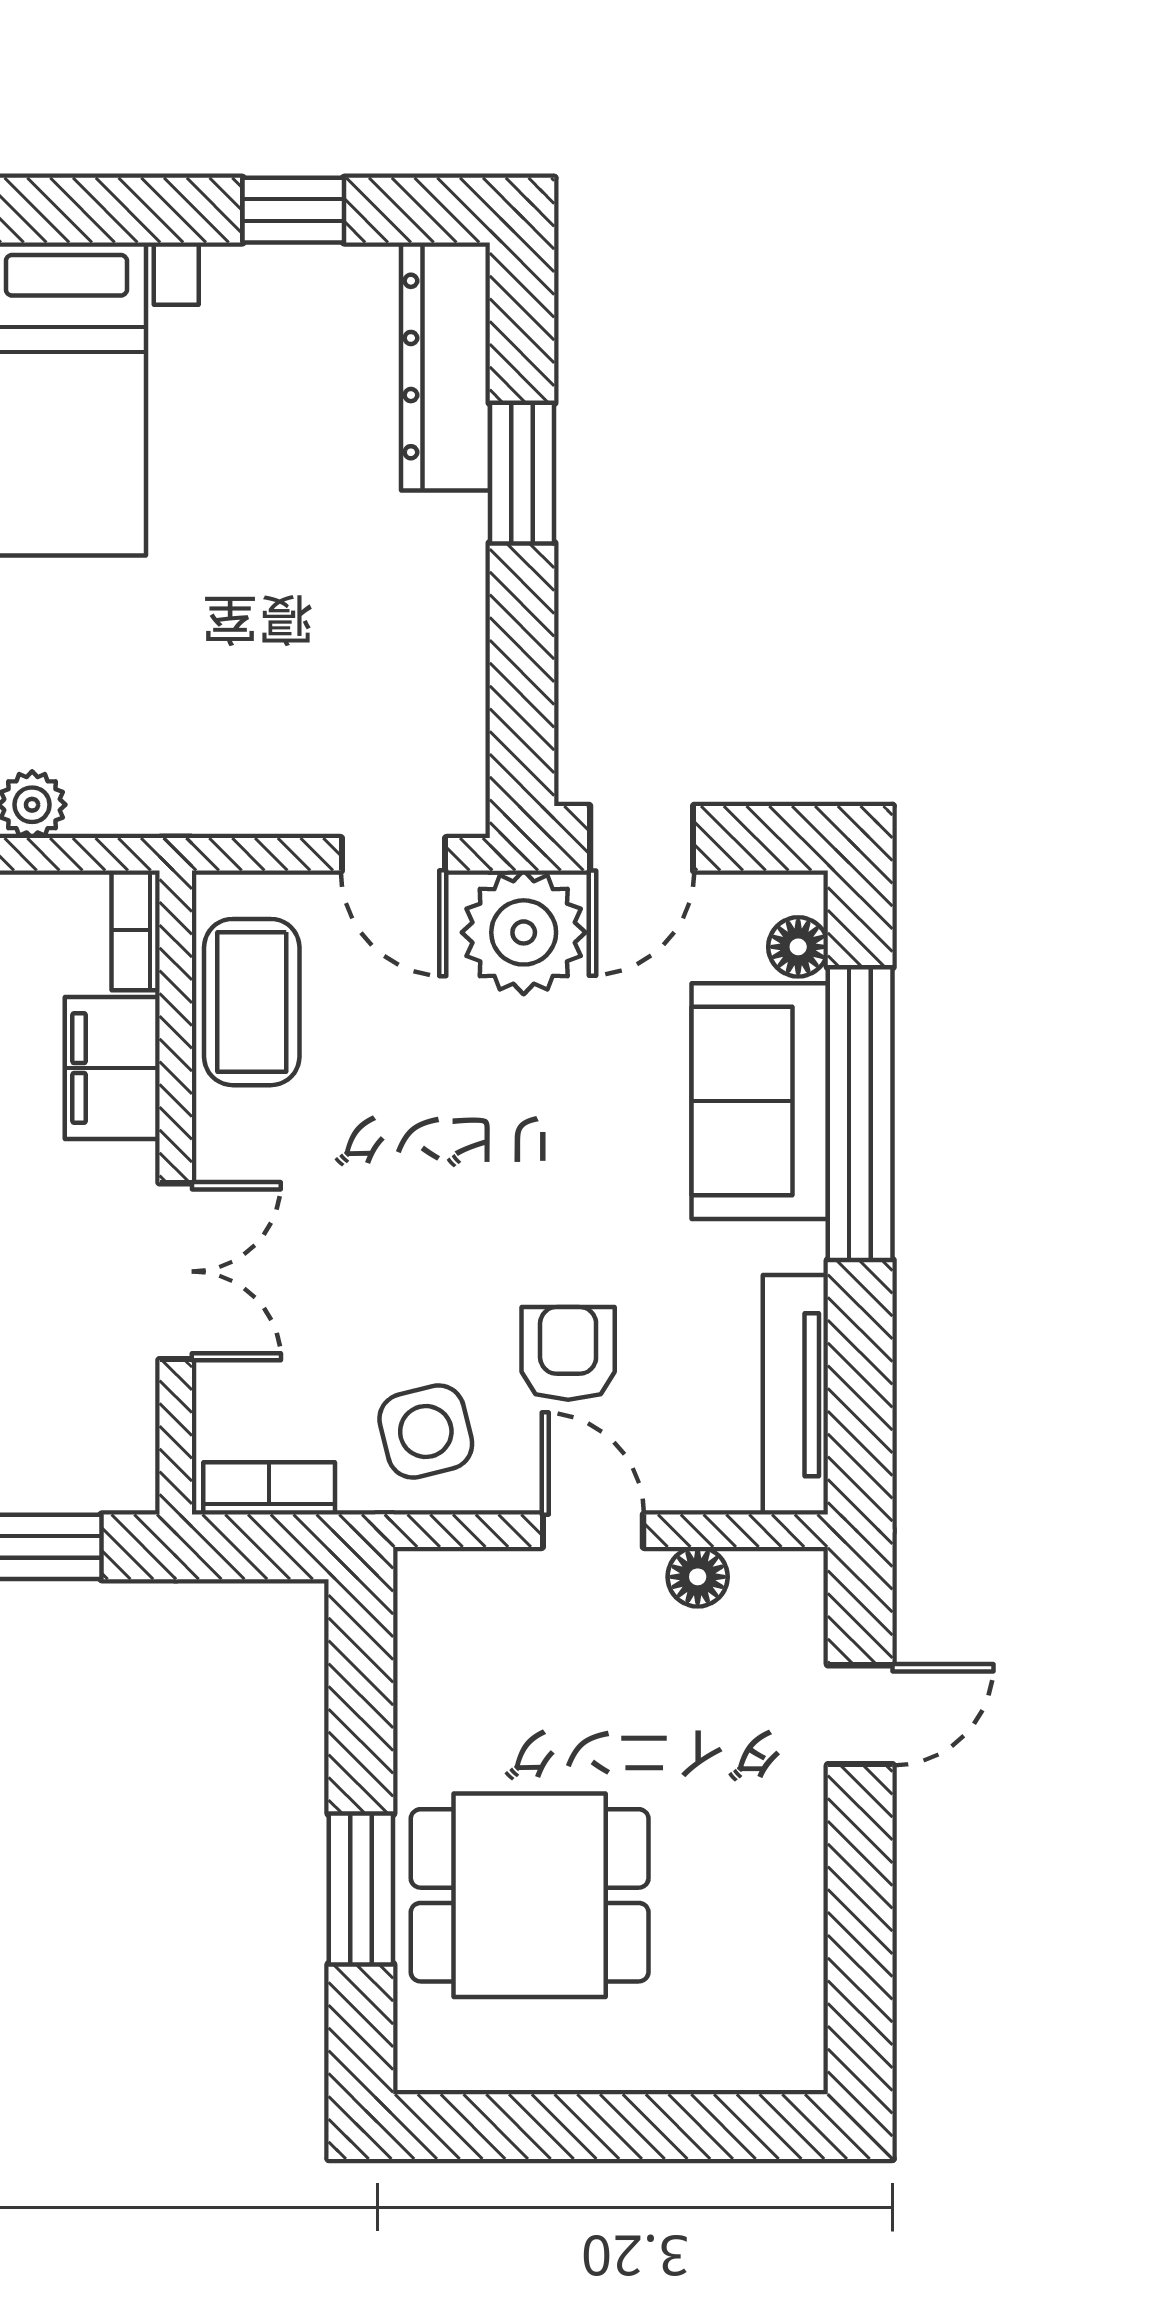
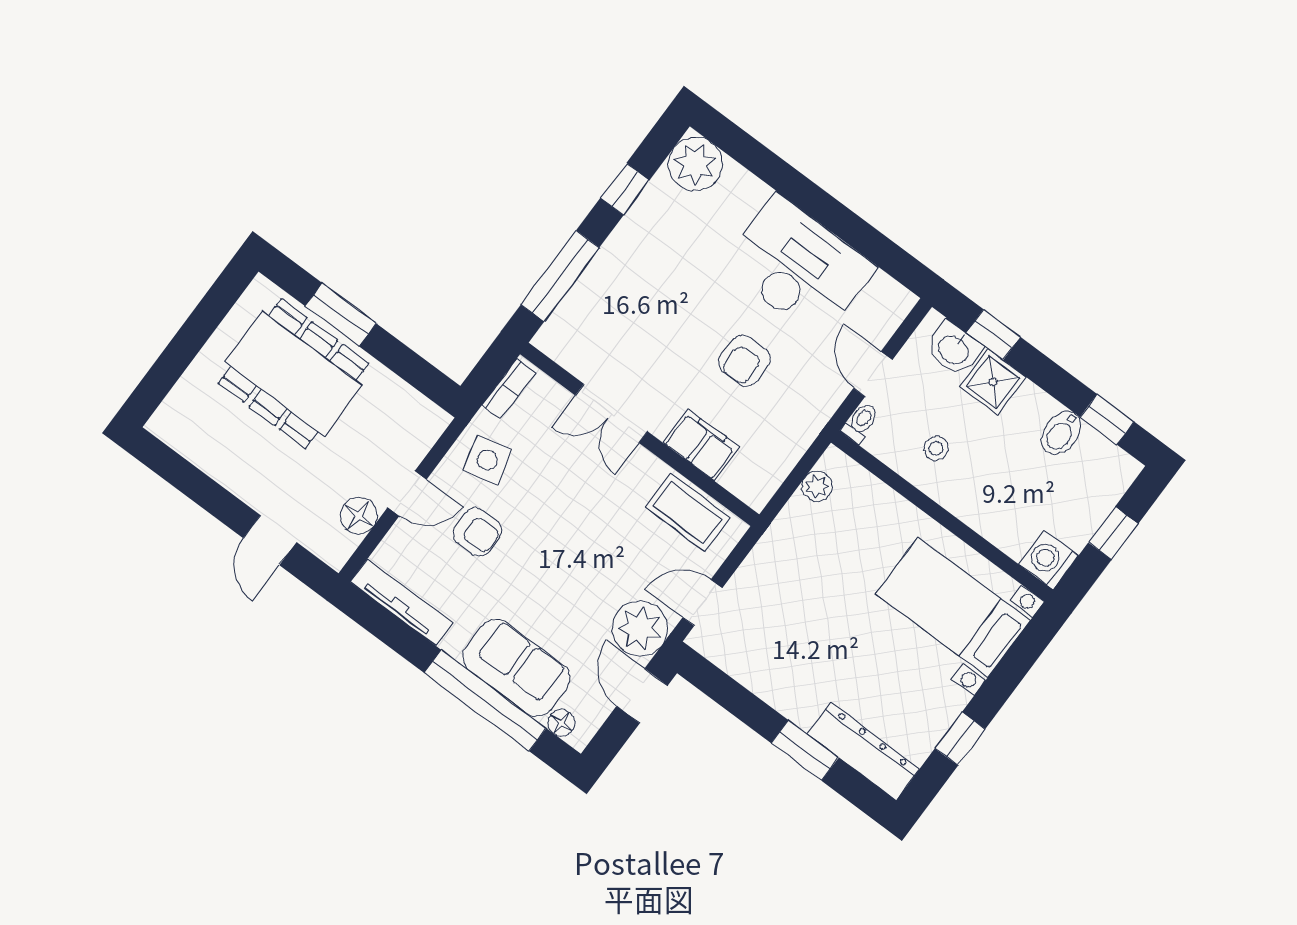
bookcase: (136, 930) -> (744, 490), removed
floor lamp: (698, 1577) -> (359, 516), width x1.37, depth x1.37
dining table: (530, 1895) -> (293, 373), width x1.38

